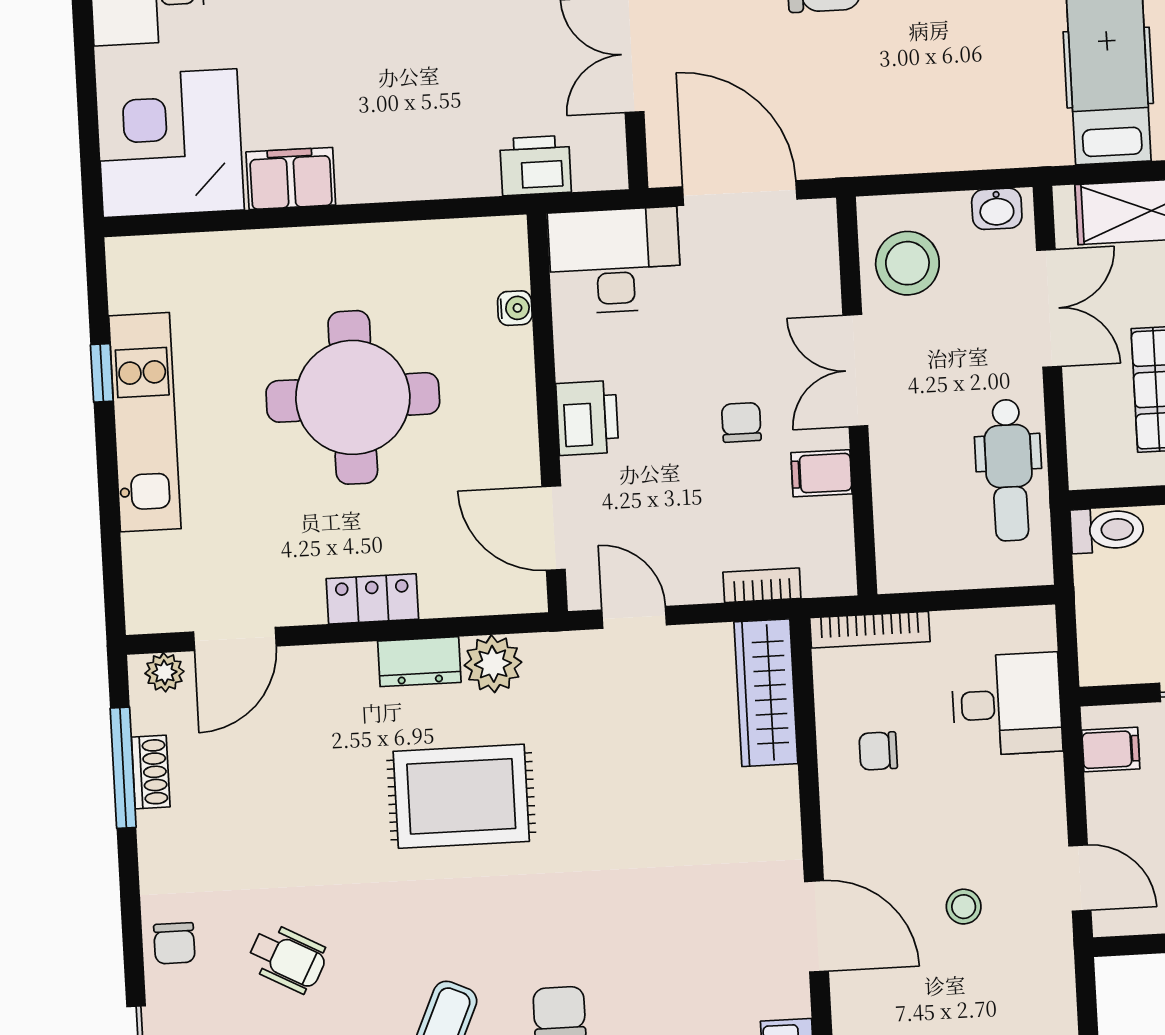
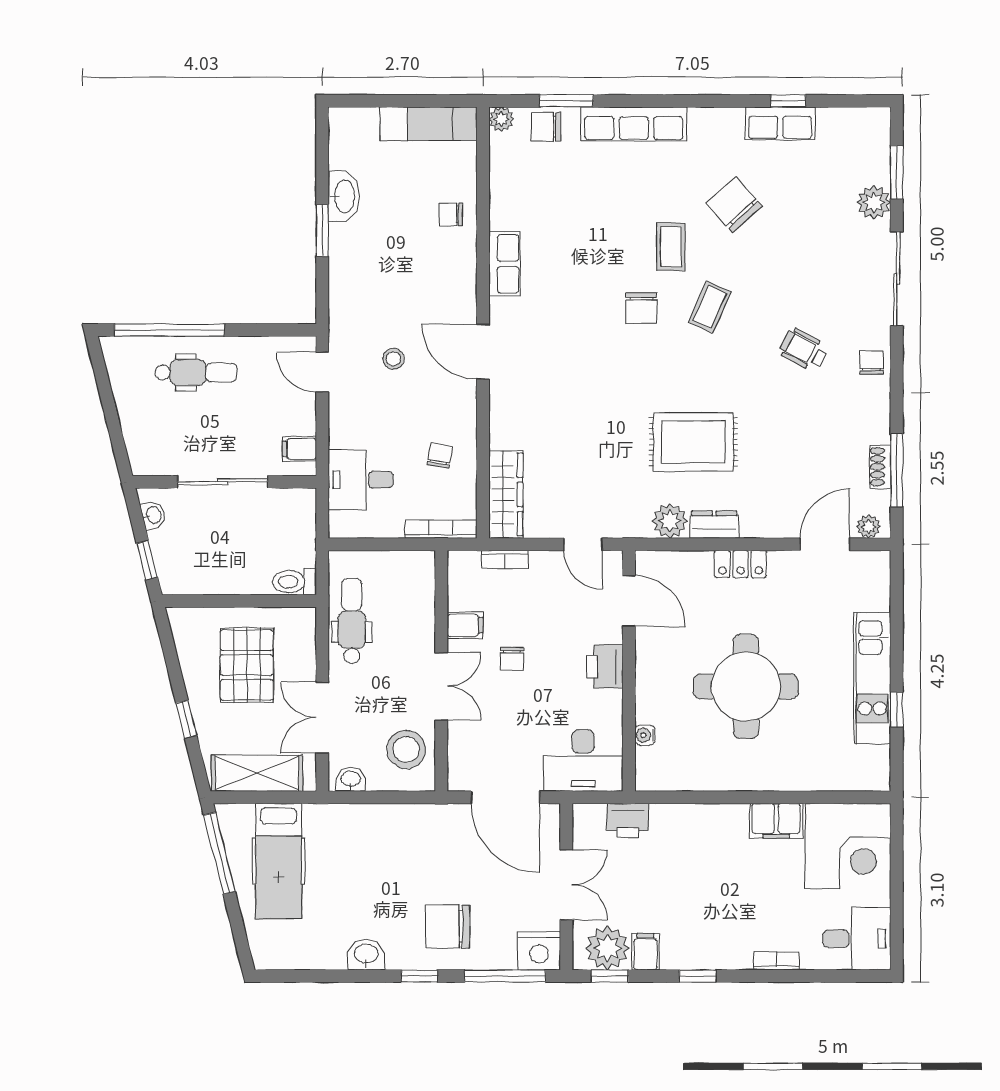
chair: (878, 751) -> (440, 456), turned -80

